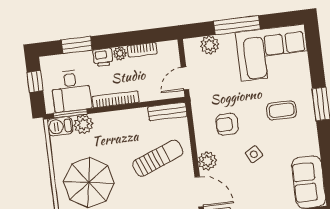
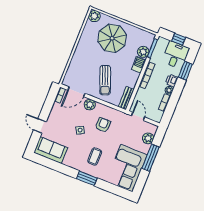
desk: (71, 91) -> (176, 55), moved, turned 90
barbecue: (60, 126) -> (139, 65), moved

